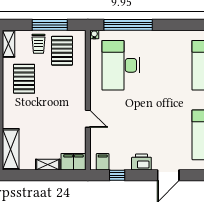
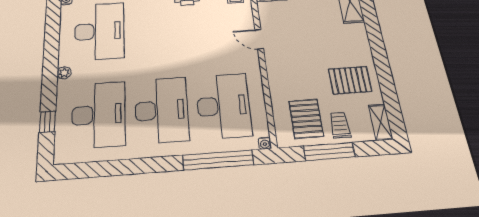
desk: (166, 65) -> (162, 110), added
pallet: (24, 79) -> (350, 80), turned 90

